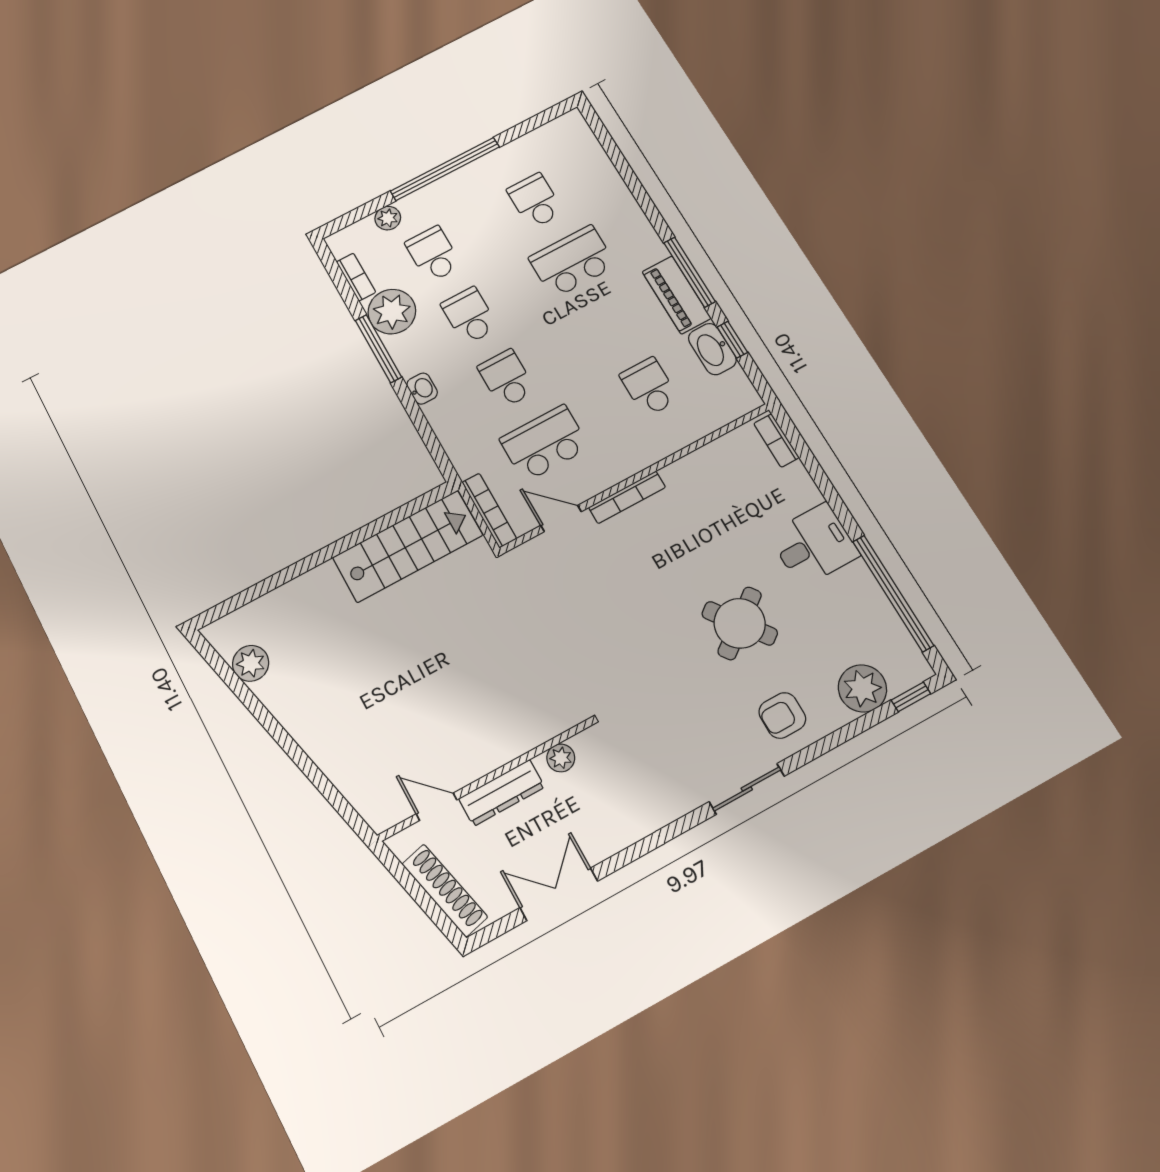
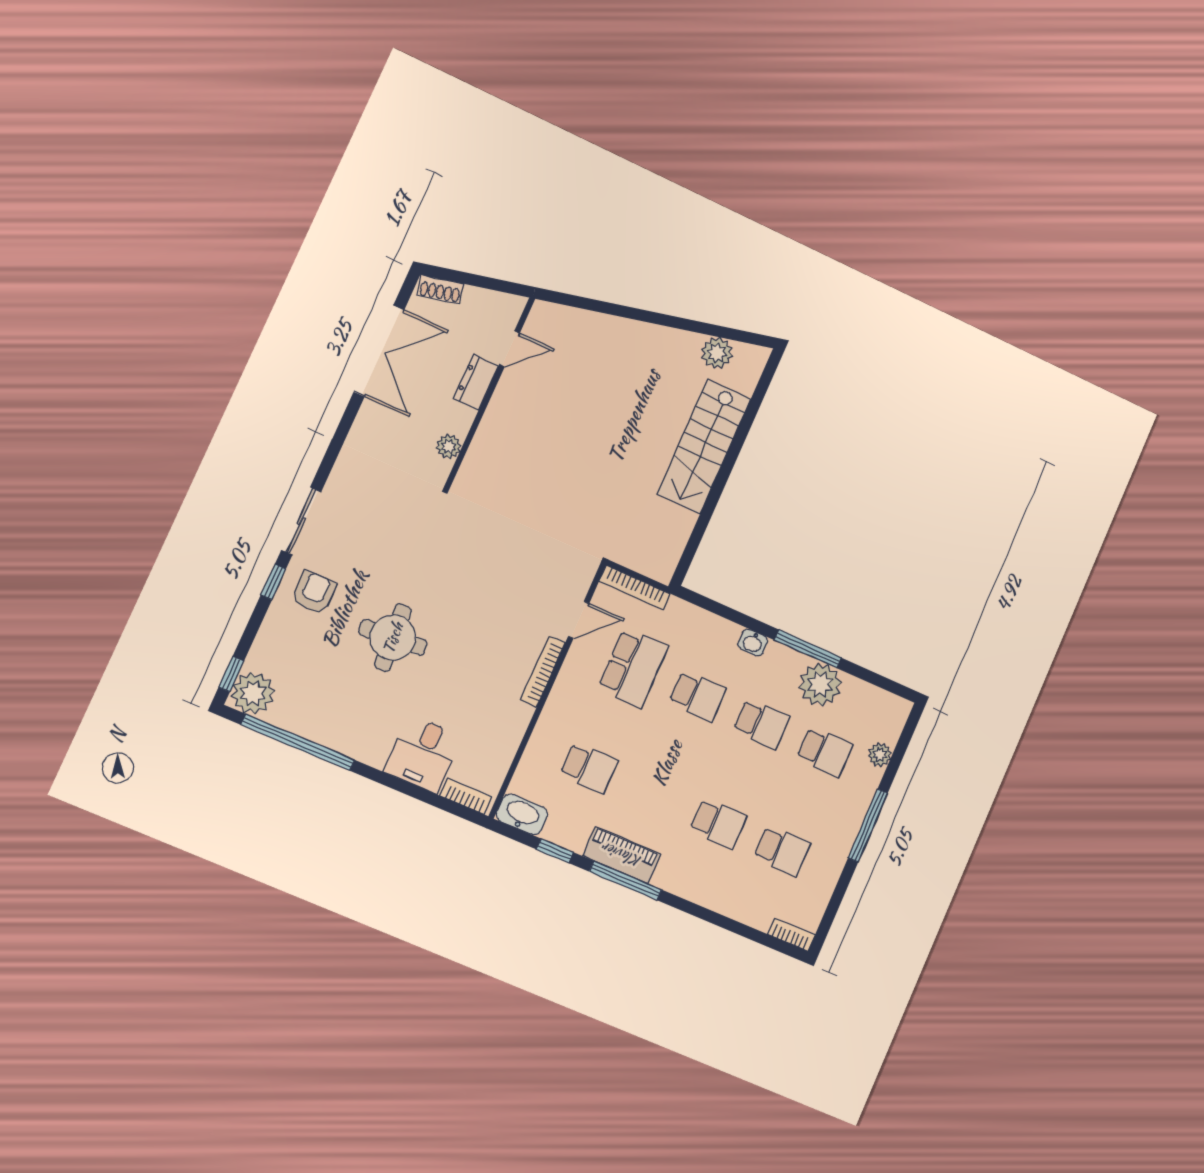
window: (445, 169) -> (868, 825), width x0.68
school desk: (572, 262) -> (718, 823), width x0.54
bookcase: (356, 277) -> (791, 934), moved, turned 180
washbasin: (712, 349) -> (522, 814), moved
desk: (814, 545) -> (423, 754), moved
stairs: (408, 546) -> (704, 446), moved
round table: (740, 623) -> (393, 638), turned 33
plant: (862, 688) -> (253, 693), moved
window: (813, 752) -> (273, 582), added
dresser: (502, 793) -> (476, 382), width x0.70
shoe rack: (445, 890) -> (440, 289), width x0.51, depth x0.81
double door: (559, 894) -> (379, 351), width x1.37

